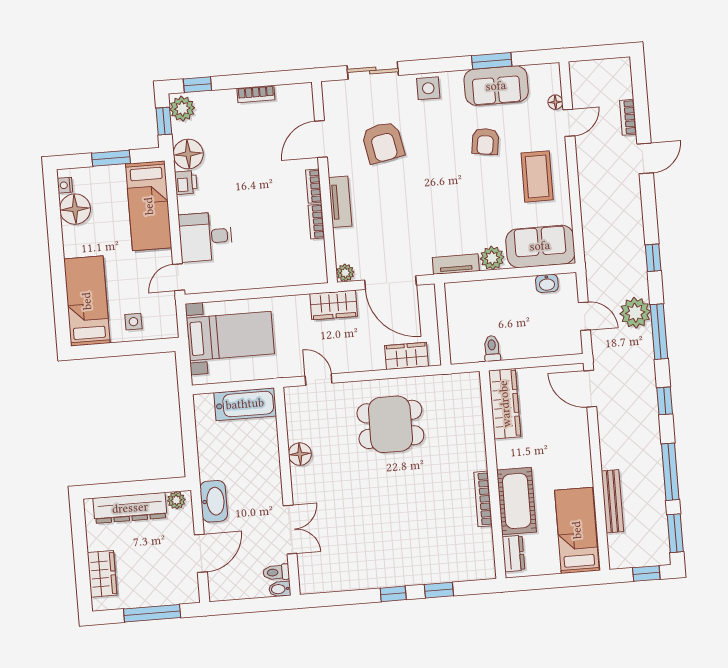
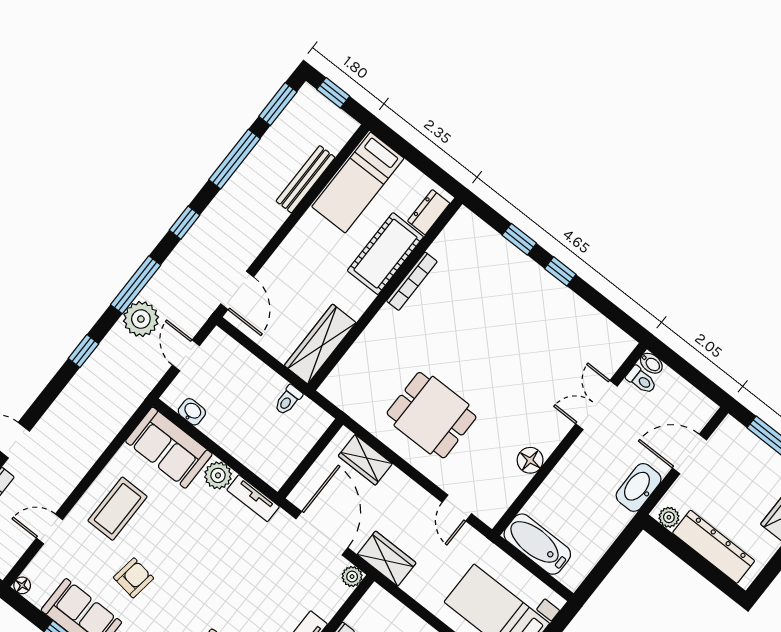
floor lamp: (555, 102) -> (22, 585), moved

